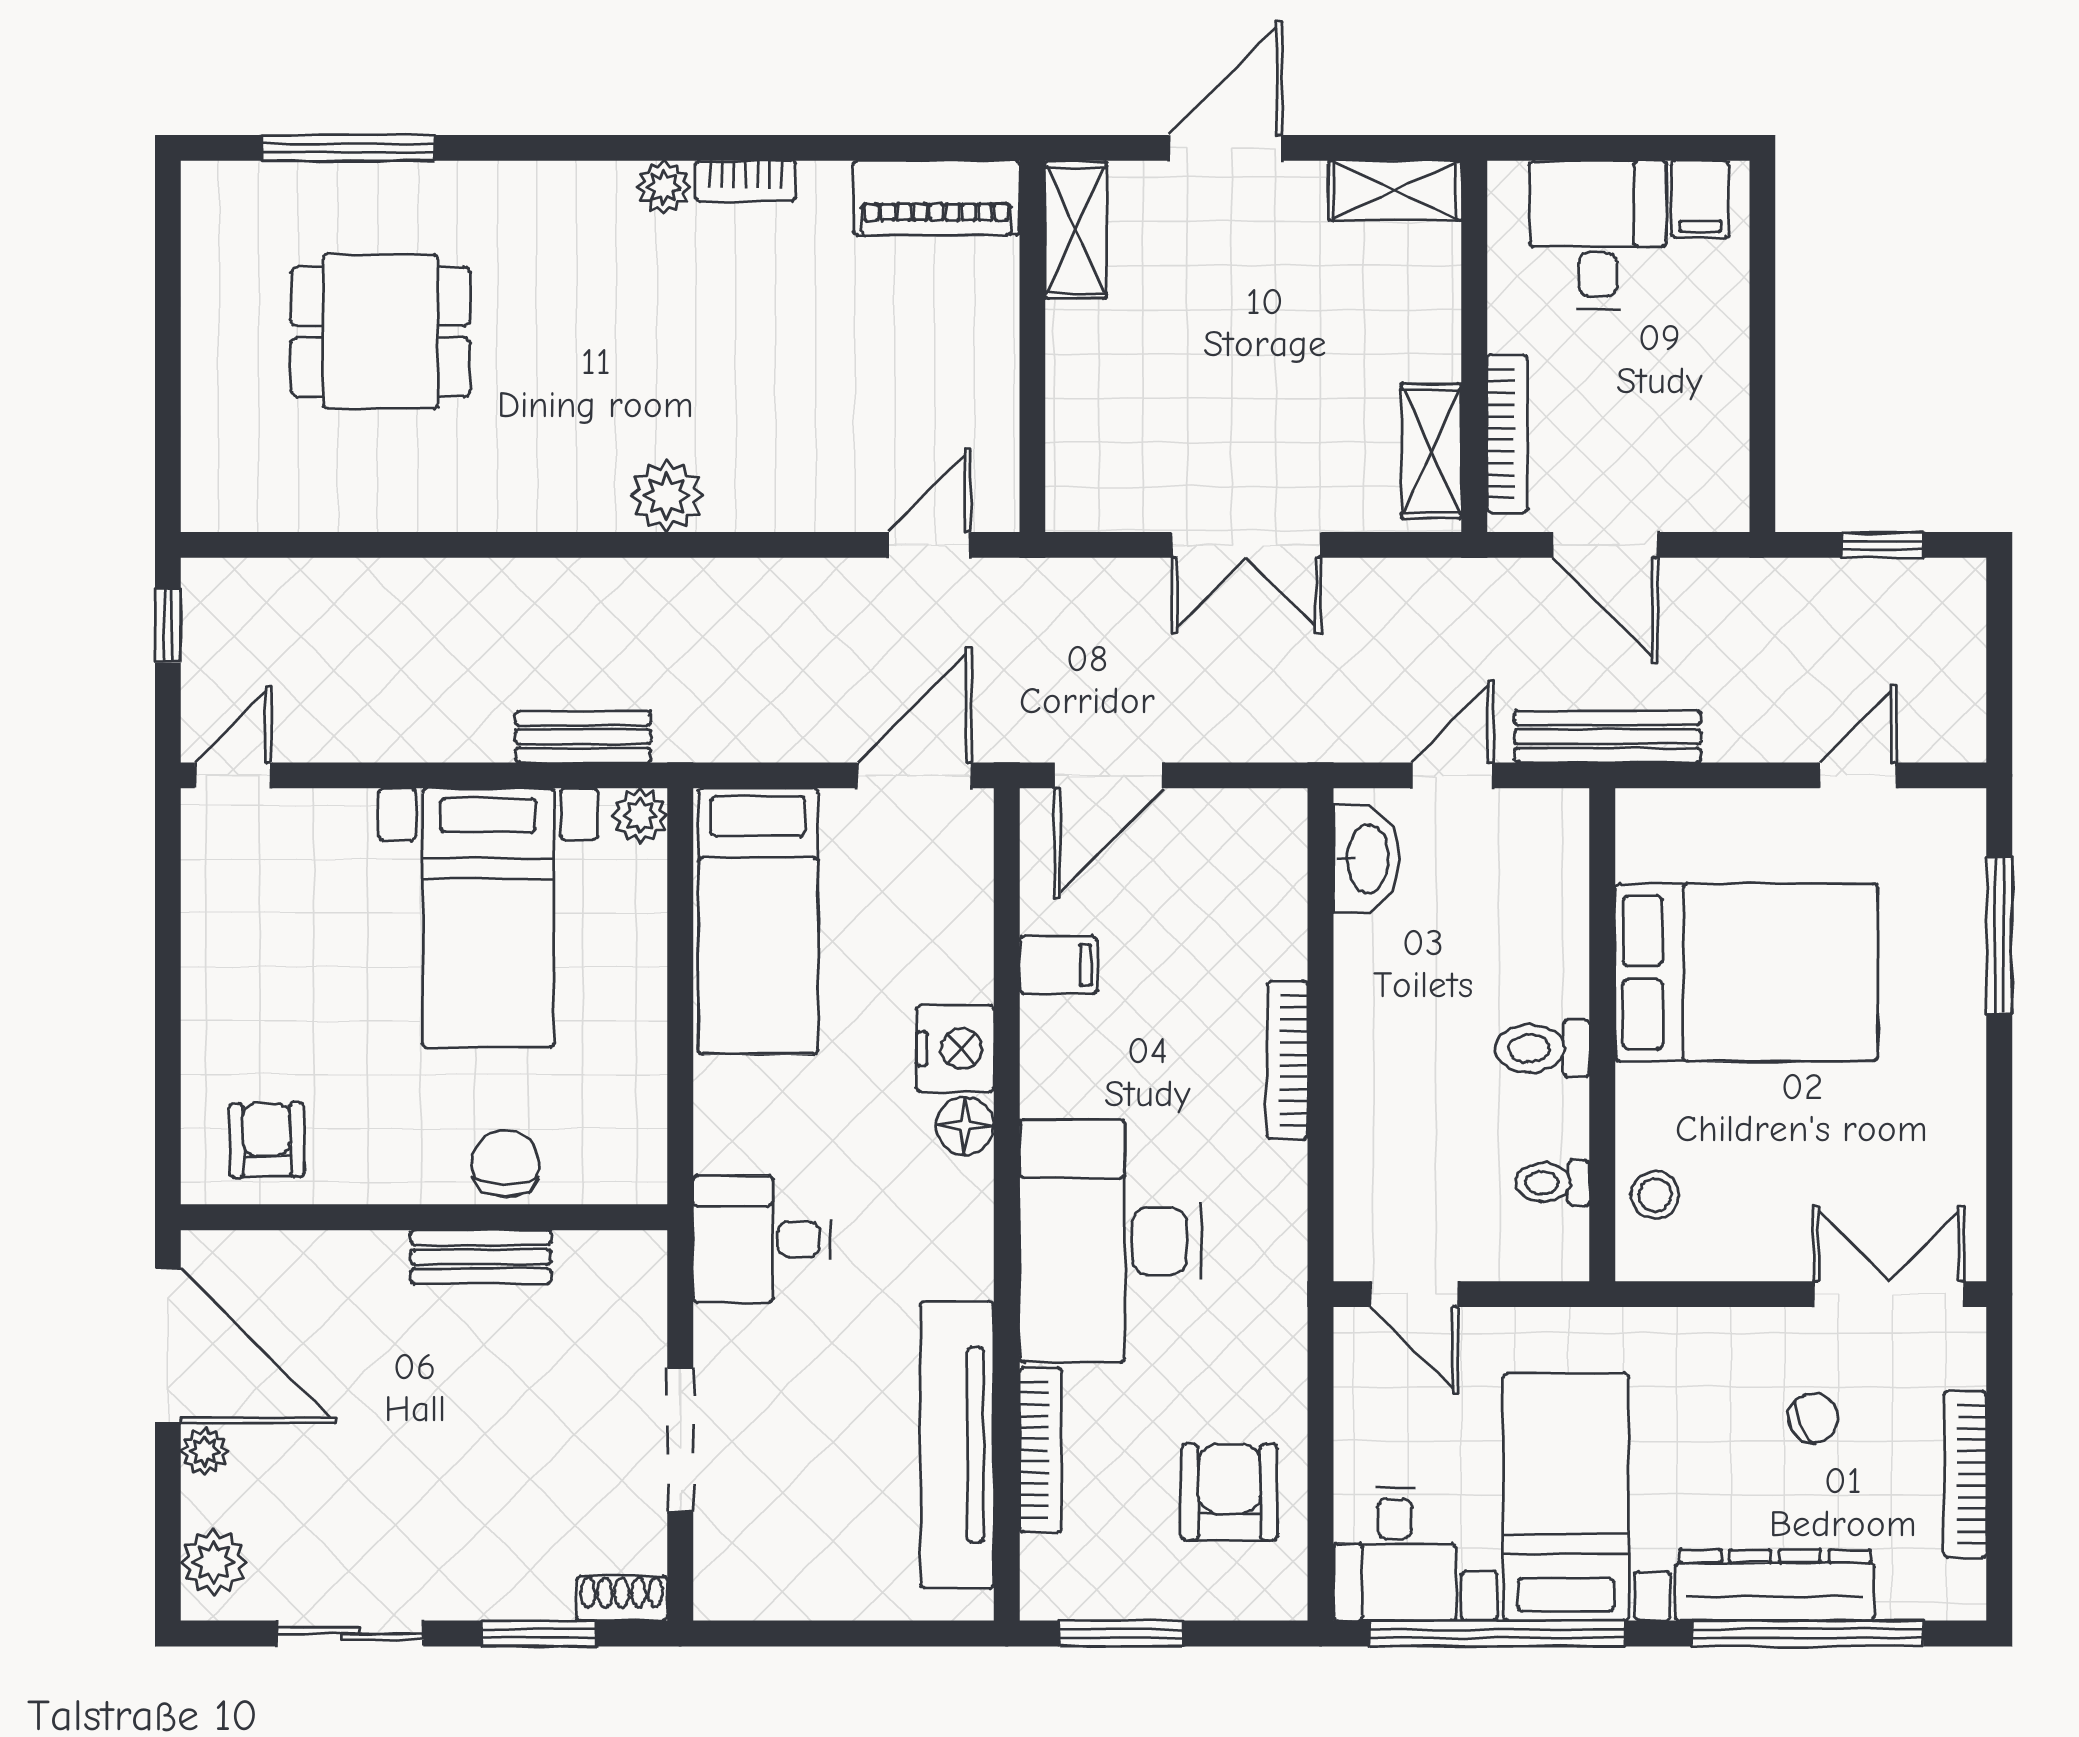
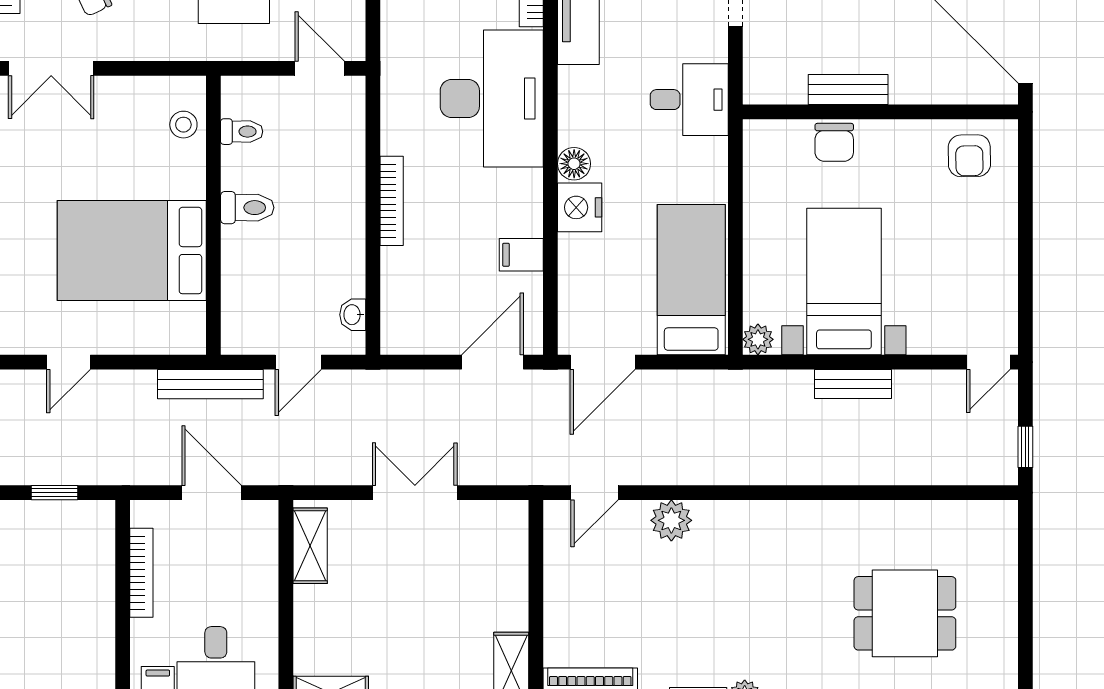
bookcase: (1507, 434) -> (141, 573), moved, turned 180
plant: (667, 496) -> (671, 520), moved
bench: (583, 737) -> (853, 384), moved
washbasin: (1366, 859) -> (353, 315), width x0.52, depth x0.69

